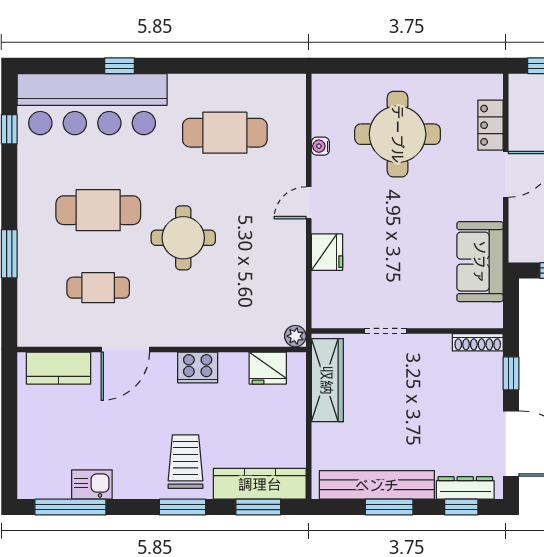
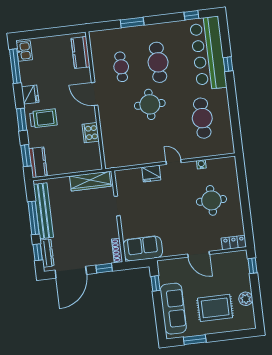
locker: (490, 125) -> (234, 243), moved
round table: (398, 134) -> (211, 200), width x0.73, depth x0.73
sofa: (480, 262) -> (143, 249), moved
plant: (295, 336) -> (109, 163), removed
door: (125, 349) -> (95, 94), moved
cooker: (198, 367) -> (91, 133), moved
fridge: (268, 368) -> (30, 95), moved, turned 180
kitchen sink: (92, 484) -> (24, 51), moved
kitchen counter: (260, 484) -> (38, 162), width x0.67
window: (389, 507) -> (33, 218), width x1.44

